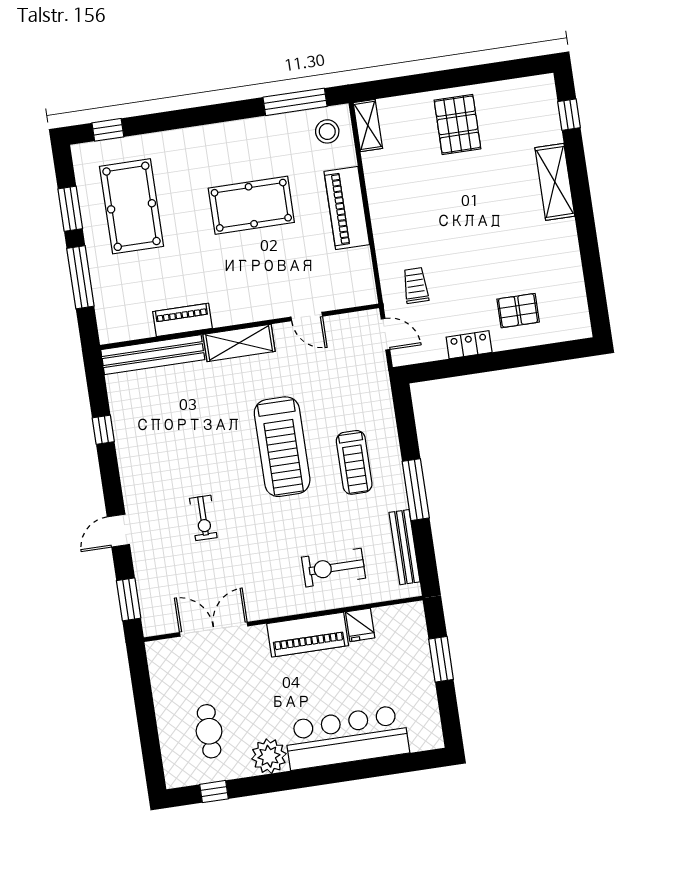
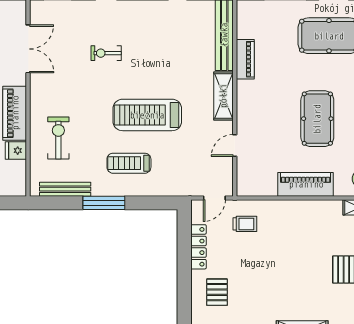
locker: (469, 345) -> (198, 247), width x1.53

